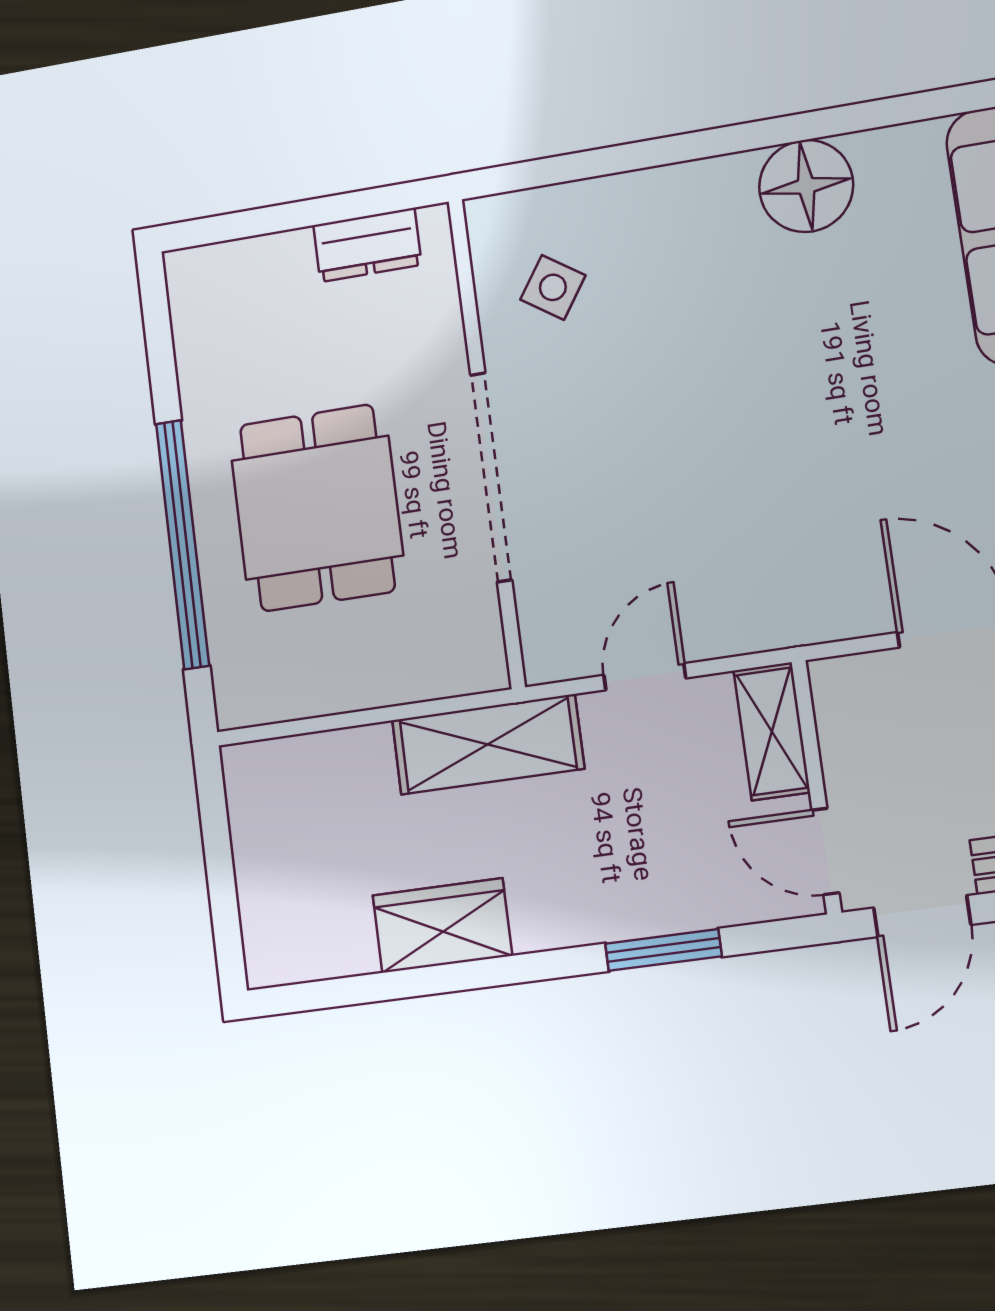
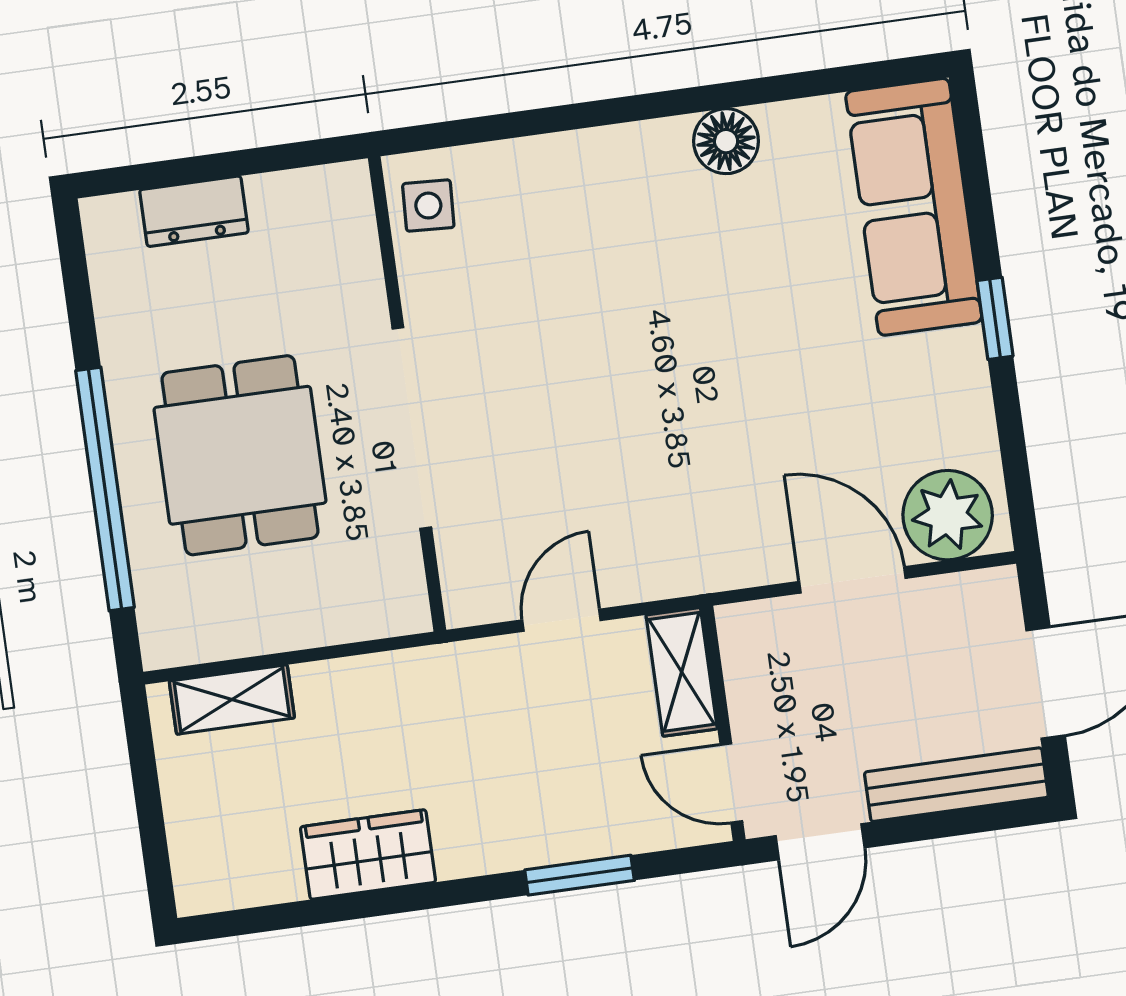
floor lamp: (806, 186) -> (726, 141), width x0.73, depth x0.73
dresser: (367, 245) -> (194, 211), moved
side table: (553, 287) -> (428, 206), moved, turned -31
shelving: (488, 744) -> (232, 700), moved, width x0.67, depth x0.75

